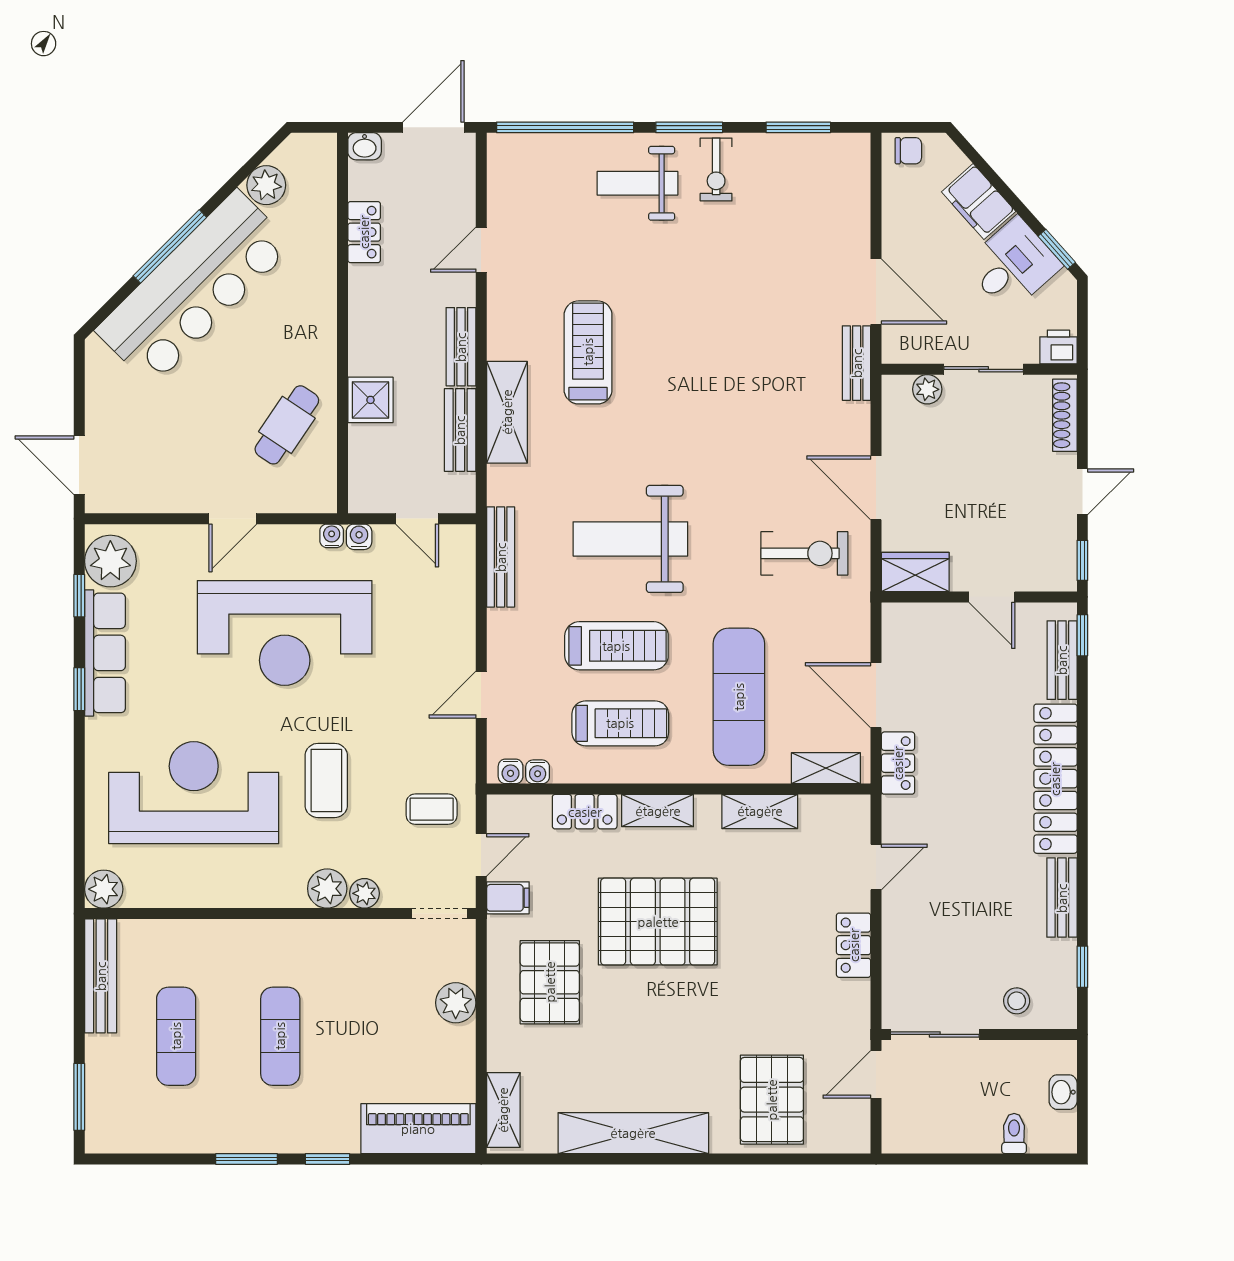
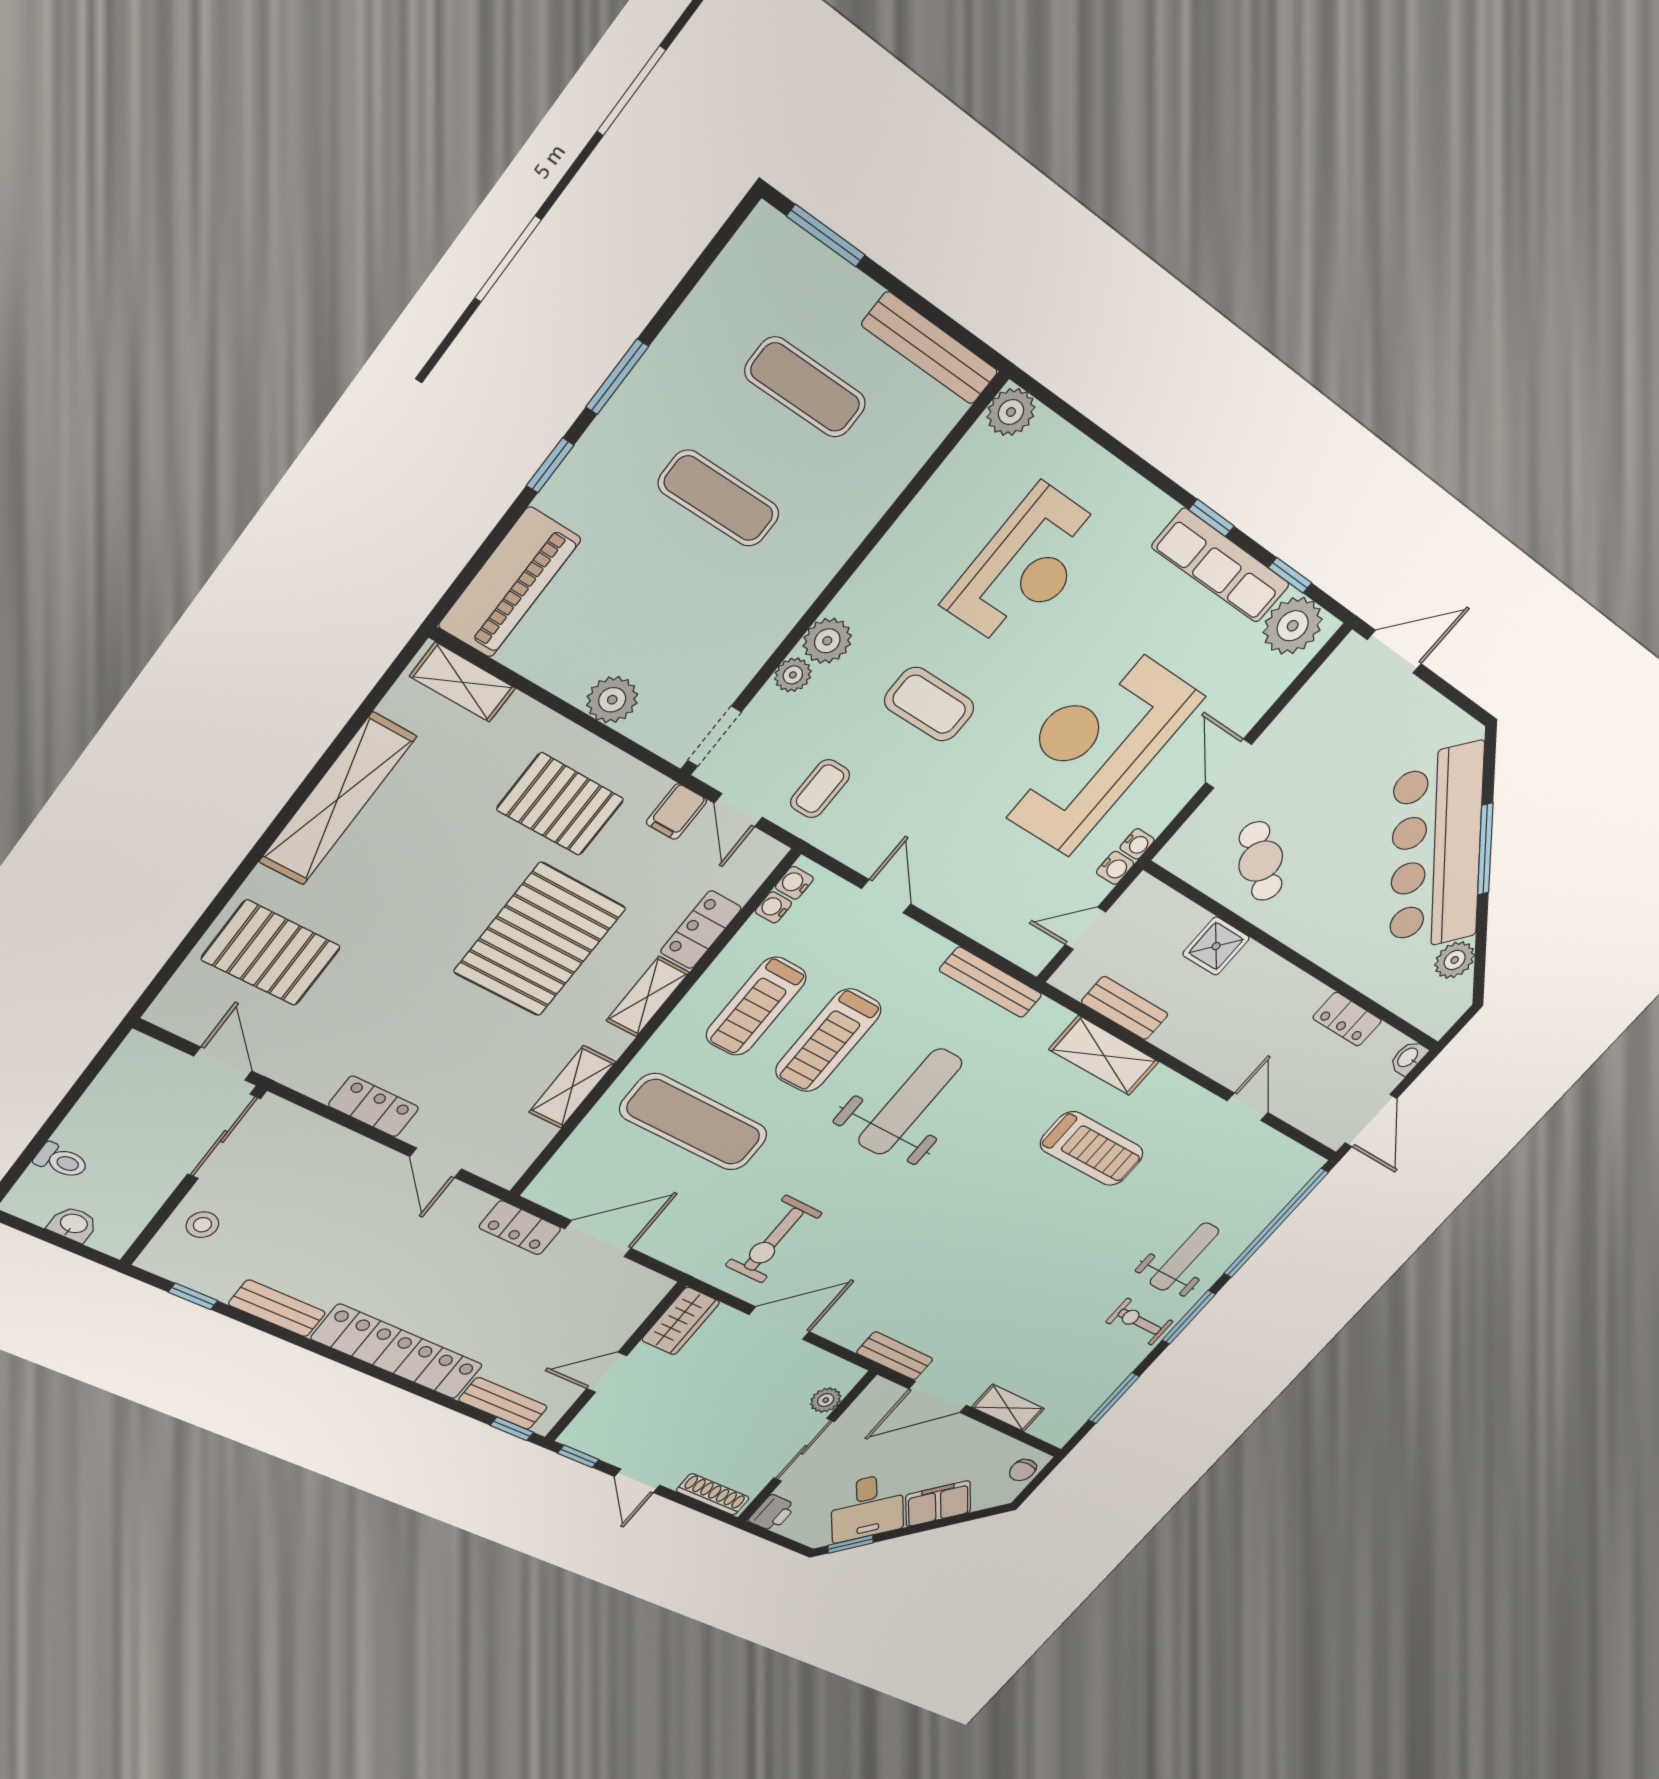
bench: (461, 347) -> (1189, 1047), removed
shelving: (826, 768) -> (1008, 1408), moved, turned 90
reception desk: (194, 793) -> (1025, 567), width x0.74, depth x0.77

